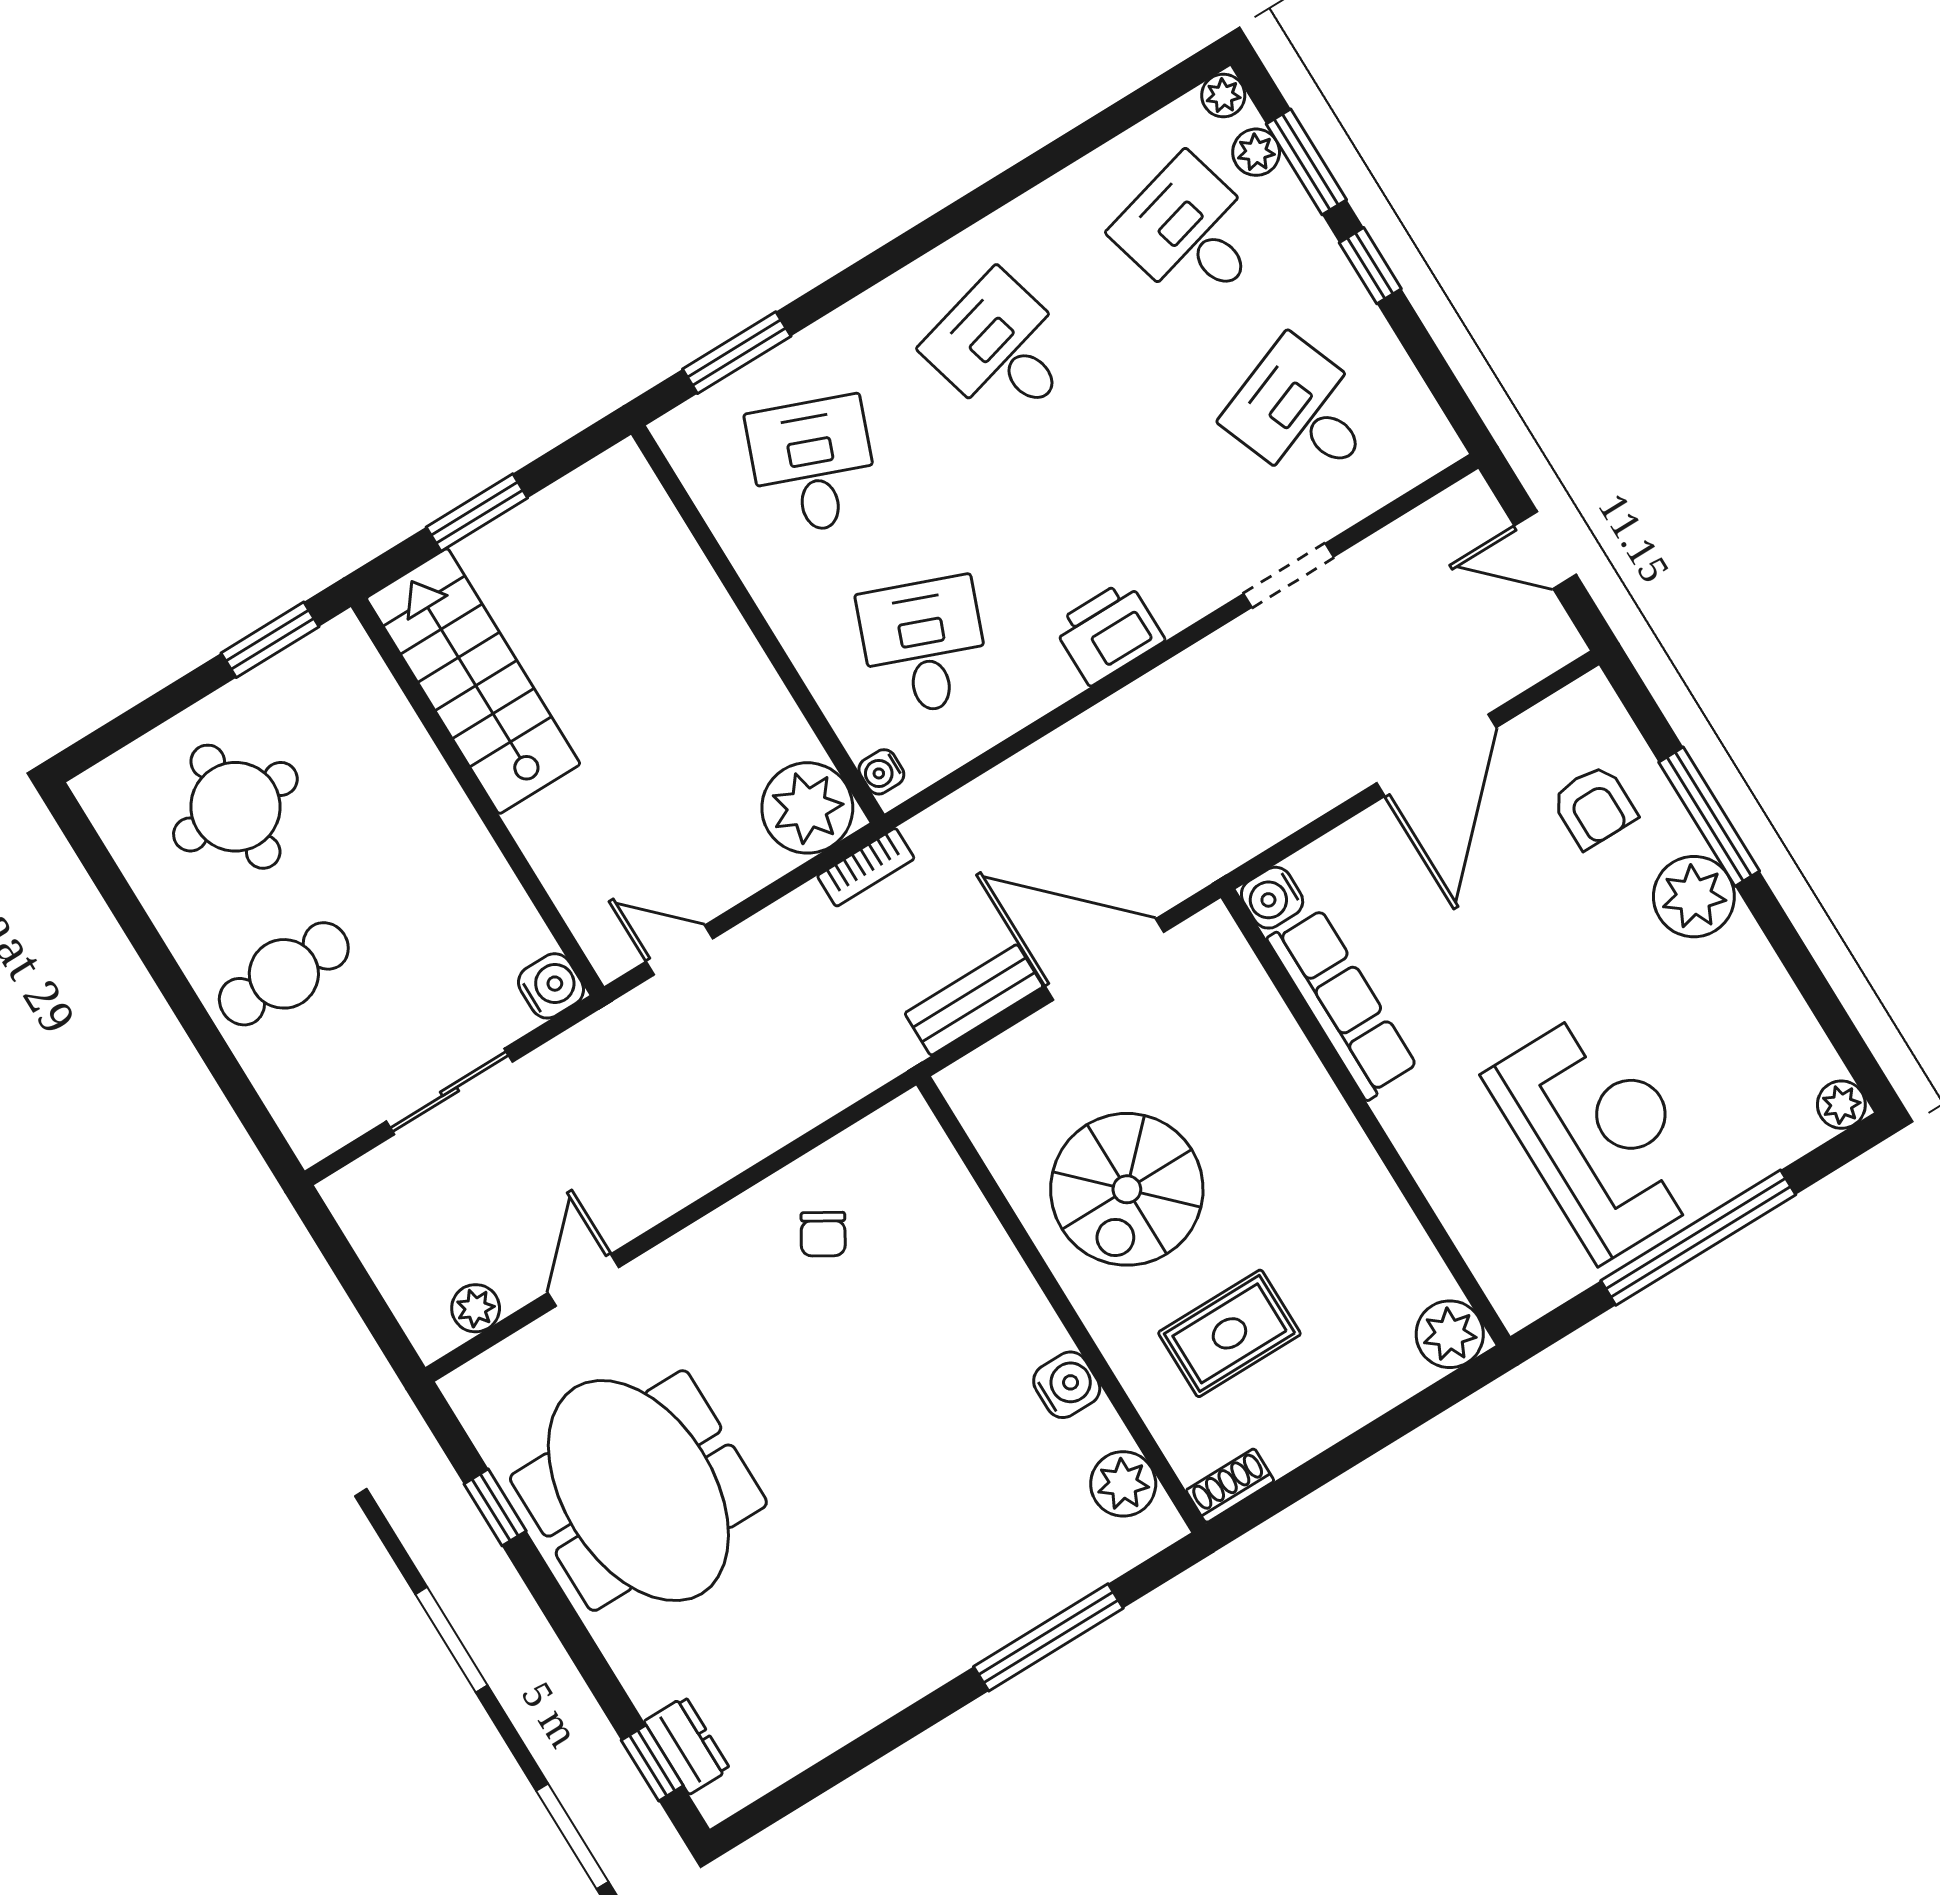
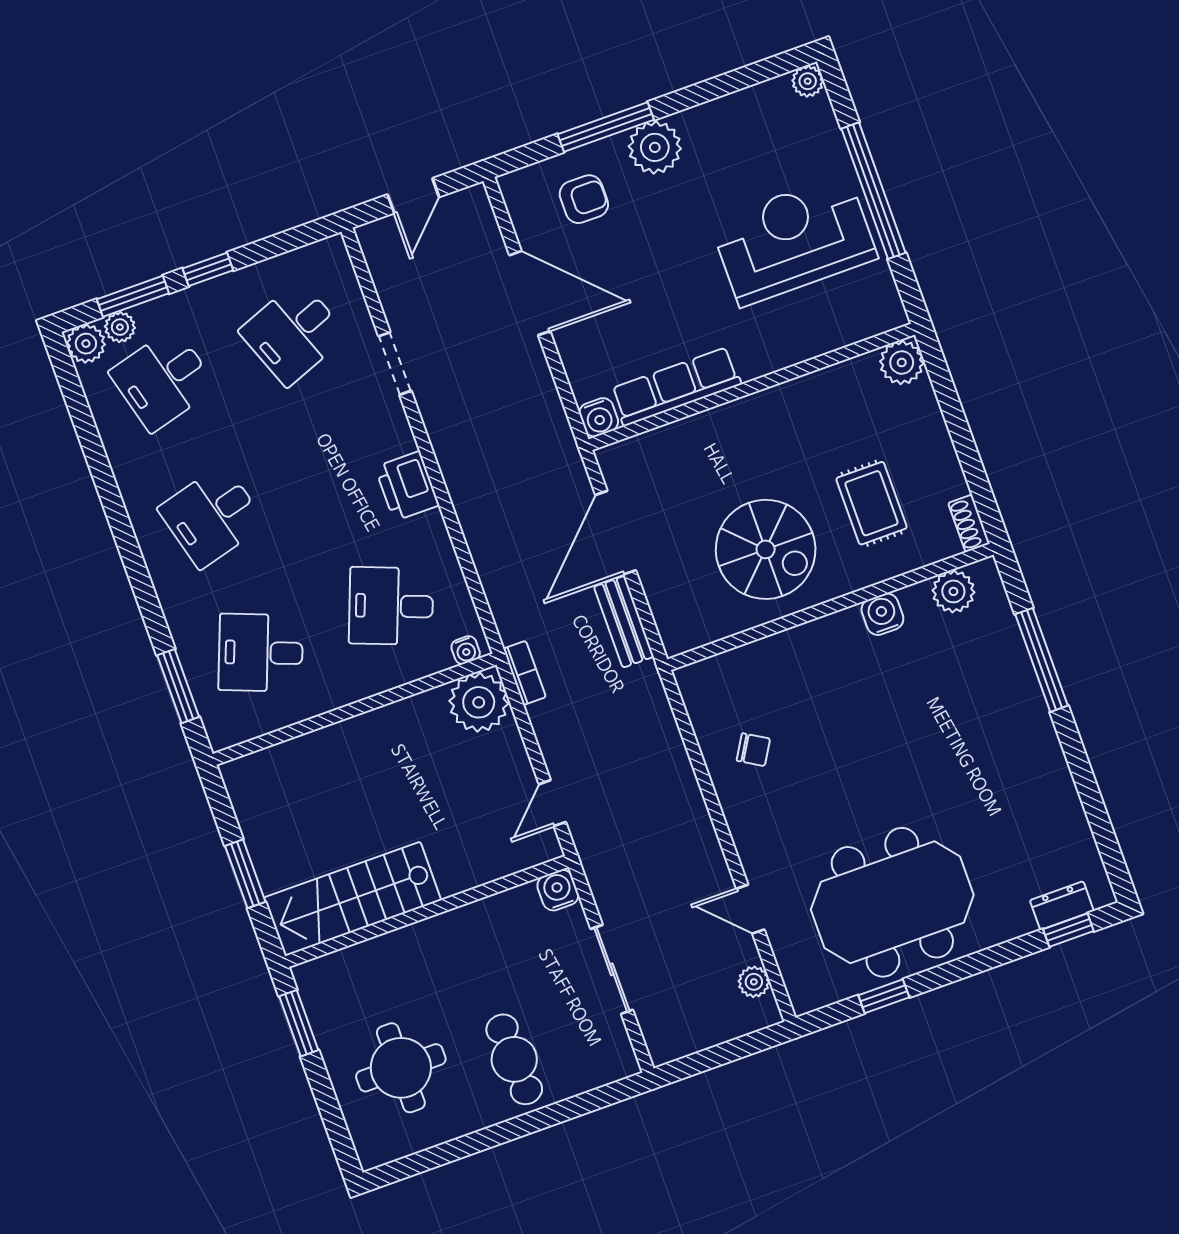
plant: (1223, 95) -> (86, 344), width x1.38, depth x1.38

